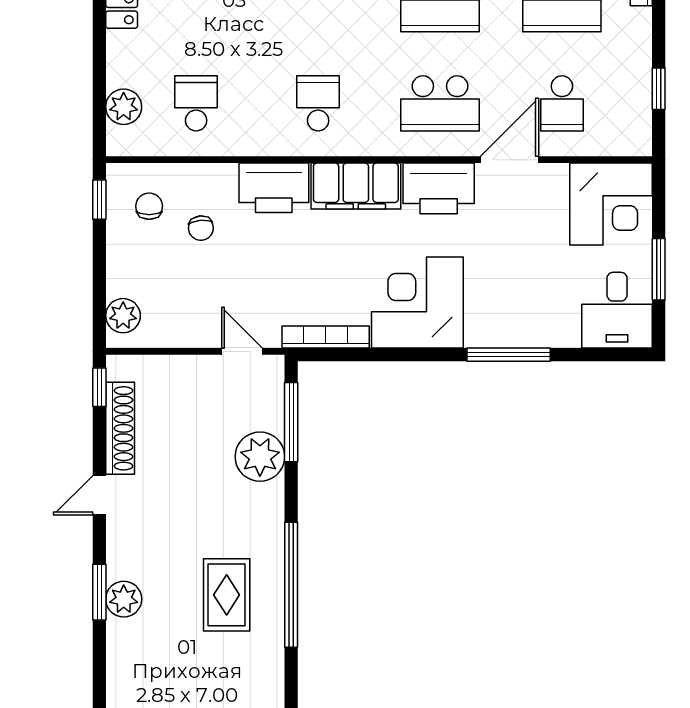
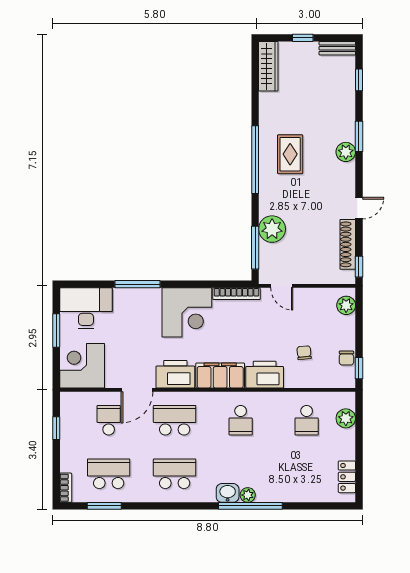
chair: (149, 206) -> (346, 358), moved
desk: (617, 310) -> (86, 308), width x1.37
window: (99, 592) -> (359, 136), moved

